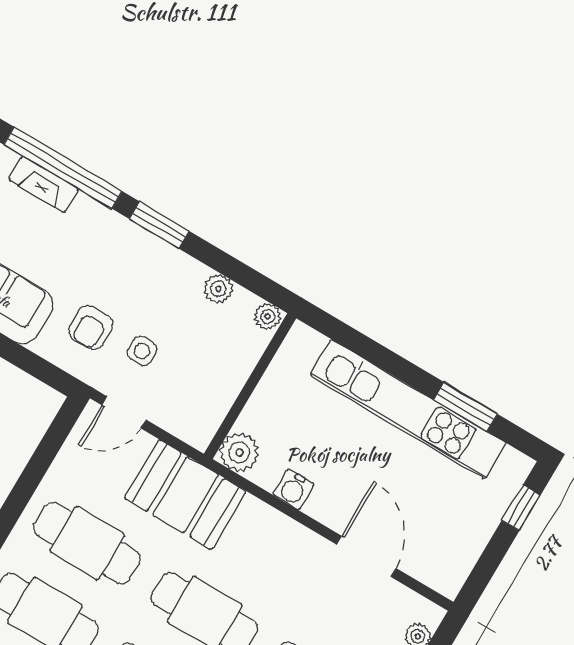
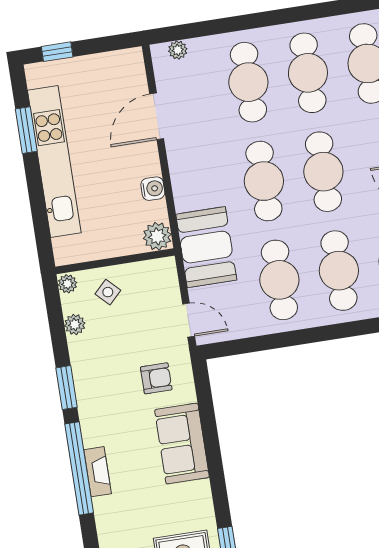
side table: (142, 351) -> (108, 292), moved, turned 45

